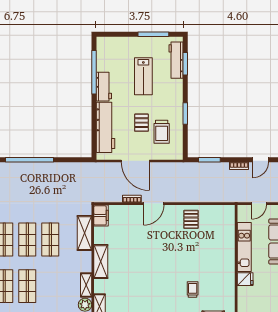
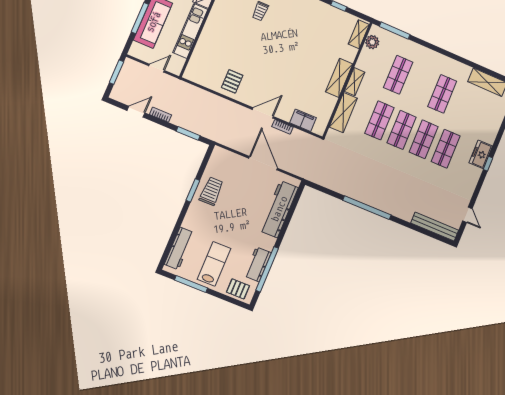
window: (185, 64) -> (171, 241), removed
lab bench: (143, 76) -> (214, 264), moved
workbench: (104, 87) -> (258, 264), moved
pallet: (141, 123) -> (238, 289), moved, turned 90
trolley: (162, 132) -> (211, 191), moved
filing cabinet: (101, 215) -> (303, 120), moved, turned 90
shelving: (86, 285) -> (354, 82), moved
shop shelf: (27, 286) -> (398, 75), moved

